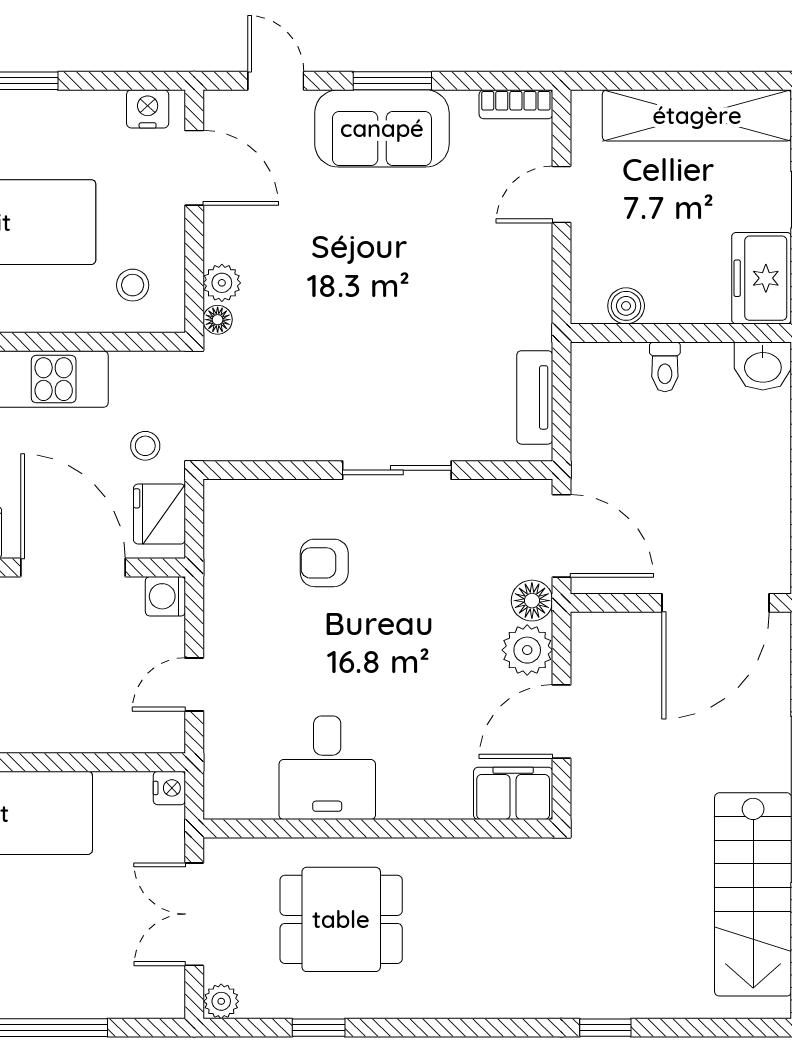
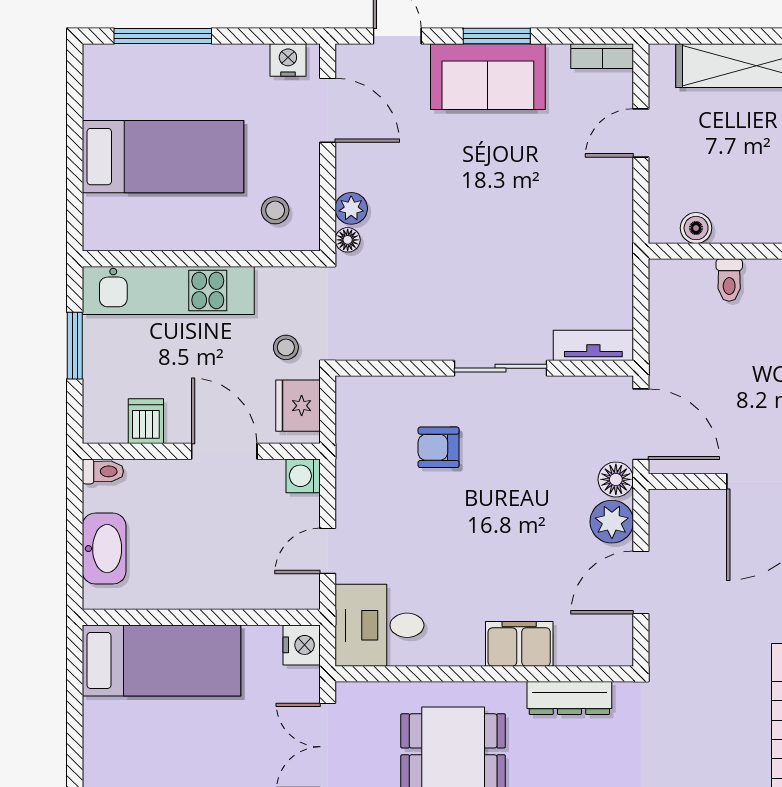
tv unit: (535, 397) -> (593, 345), moved, turned 90
door: (73, 567) -> (224, 451), width x0.73
desk: (327, 768) -> (380, 625), moved, turned 90
nightstand: (169, 788) -> (302, 645), width x1.39, depth x1.35
filing cabinet: (513, 793) -> (519, 644), moved
dresser: (478, 857) -> (569, 698), added

